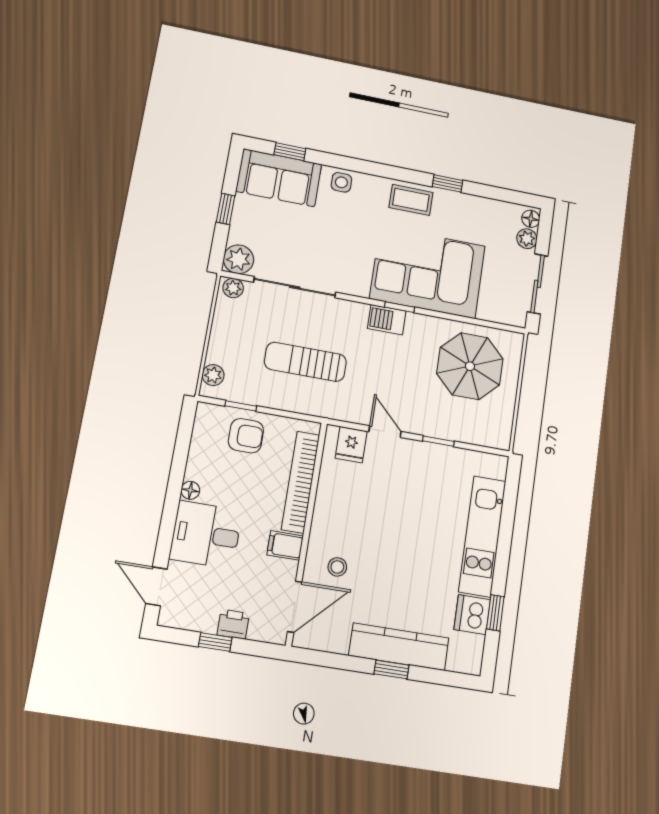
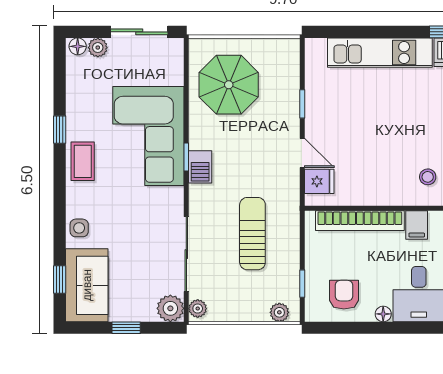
sun lounger: (305, 362) -> (252, 234), turned 180
door: (385, 432) -> (302, 153), swing flipped
armchair: (246, 436) -> (344, 295), moved

